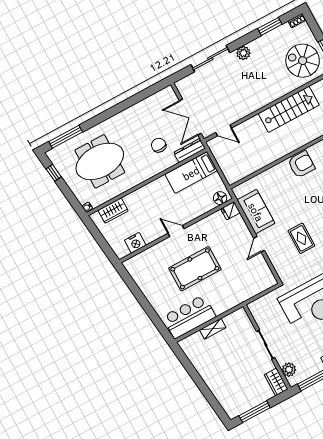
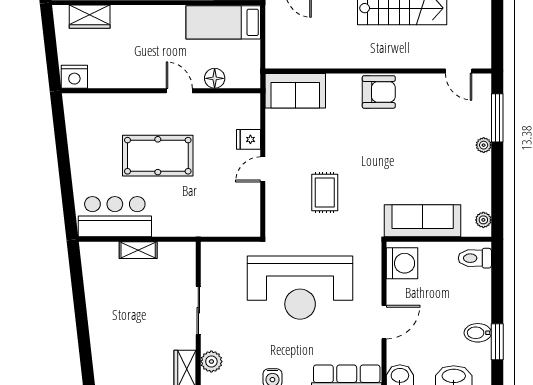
floor lamp: (220, 198) -> (215, 78), moved
fridge: (230, 211) -> (249, 139), moved
sofa: (256, 212) -> (295, 91), moved, turned 90
door: (176, 231) -> (179, 91), moved
nightstand: (135, 243) -> (74, 77), moved

